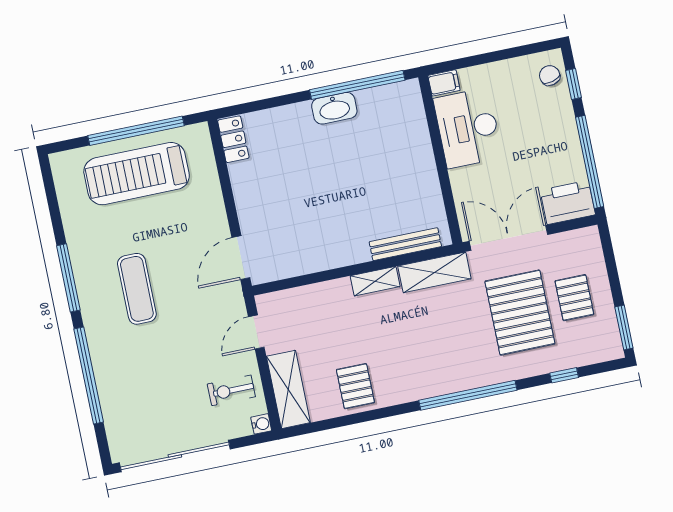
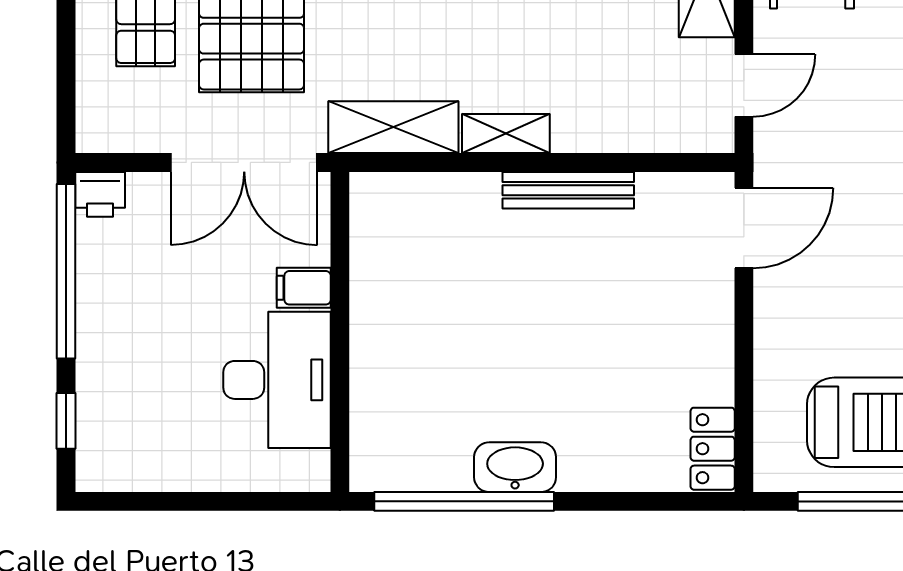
chair: (550, 76) -> (107, 445), removed
filing cabinet: (444, 83) -> (304, 288), moved
printer: (568, 202) -> (100, 194), width x0.53, depth x0.68
bench: (405, 244) -> (568, 190), moved

